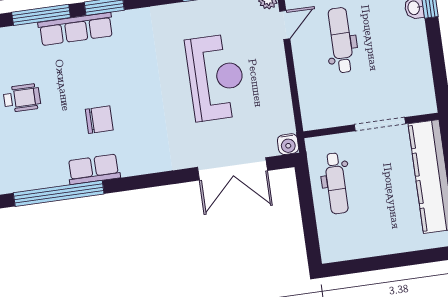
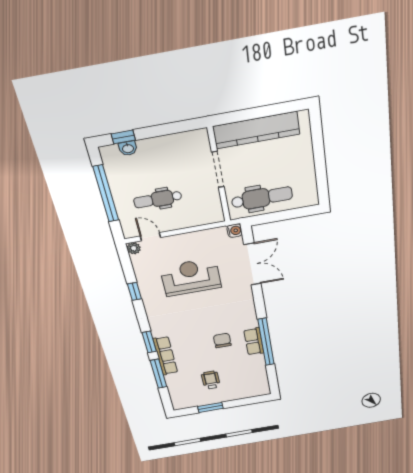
dental chair: (336, 183) -> (262, 198), width x1.36, depth x1.38
window: (59, 193) -> (266, 342), moved

